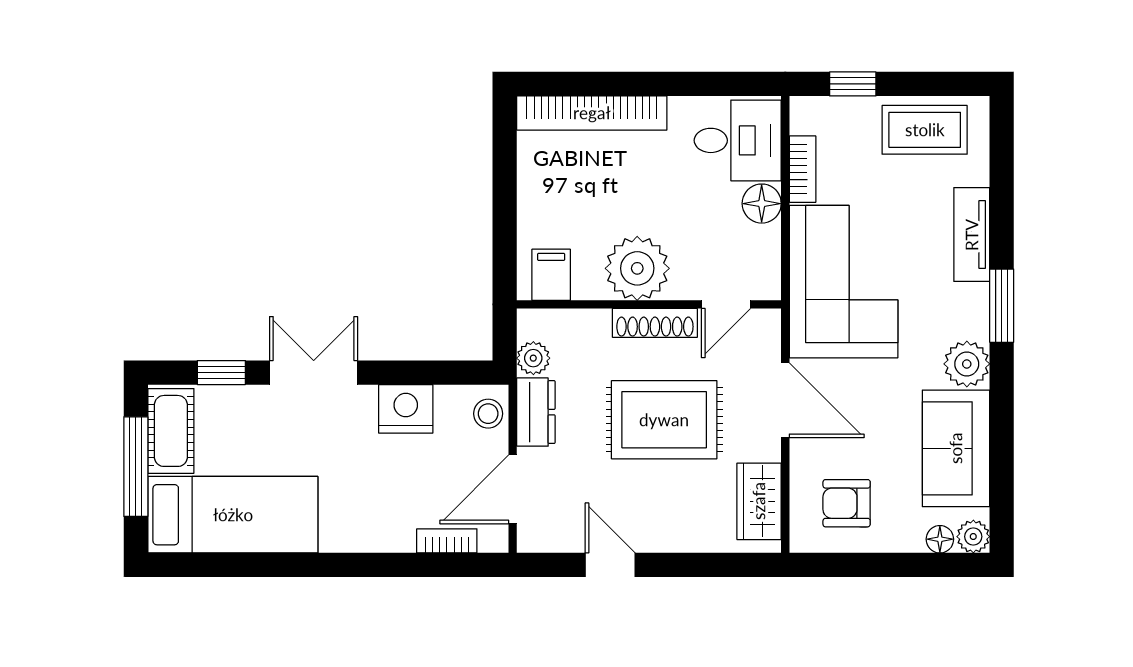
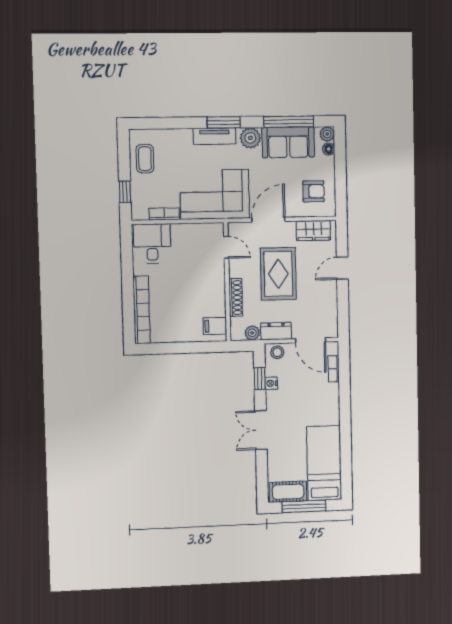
coffee table: (925, 130) -> (145, 159), width x0.73, depth x0.77
floor lamp: (762, 204) -> (180, 232), removed
tv unit: (972, 235) -> (215, 136), moved
plant: (637, 268) -> (211, 288), removed
shoe rack: (655, 323) -> (236, 298), moved
window: (221, 373) -> (260, 378), moved
nightstand: (406, 409) -> (271, 383), width x0.53, depth x0.56
window: (1002, 450) -> (289, 122), added
armchair: (847, 503) -> (314, 191), turned -90
door: (610, 565) -> (342, 268), moved

